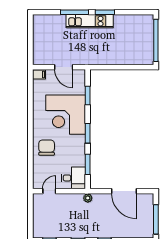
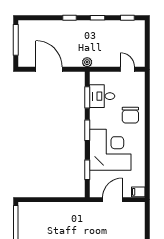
door: (64, 67) -> (112, 200), hinge flipped
desk: (73, 178) -> (102, 96), moved
door: (49, 191) -> (128, 69), swing flipped

